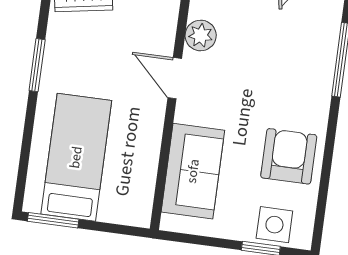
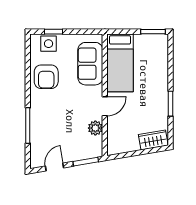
door: (175, 78) -> (105, 106), hinge flipped
bed: (76, 157) -> (120, 63), moved

